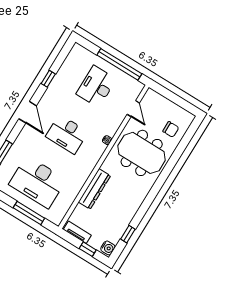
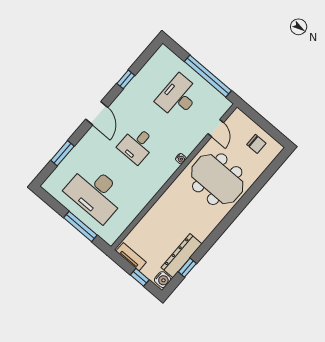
chair: (171, 129) -> (256, 144), moved
desk: (67, 134) -> (137, 145), width x0.73
dresser: (94, 189) -> (181, 256), moved, turned 180

